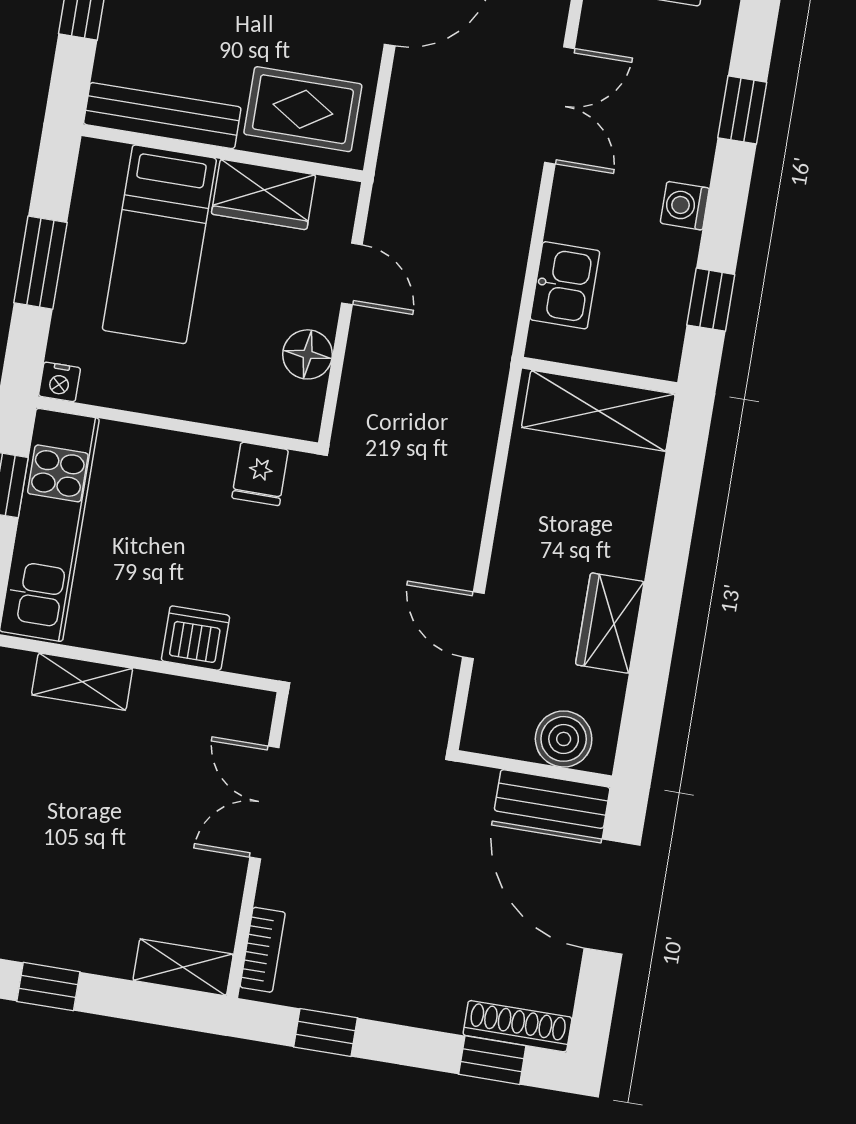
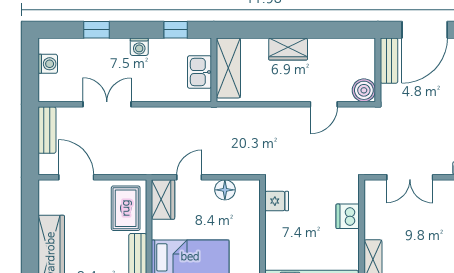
wardrobe: (264, 194) -> (163, 200), moved
kitchen sink: (565, 285) -> (199, 72), moved, turned -90
wardrobe: (610, 623) -> (288, 49), moved
boiler: (564, 739) -> (364, 90), moved

